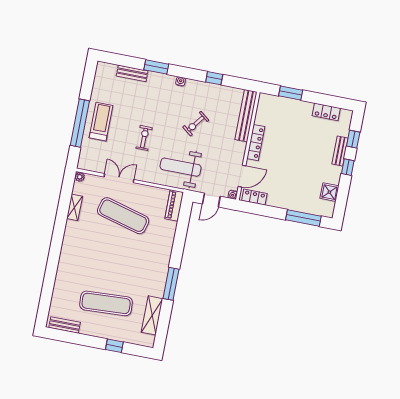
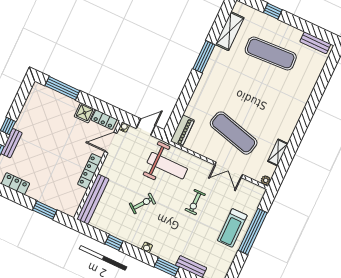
shower: (329, 192) -> (84, 113), moved

